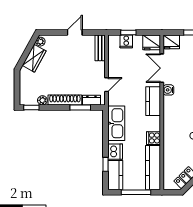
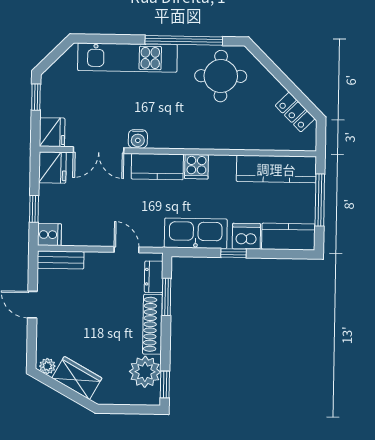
cooker: (126, 41) -> (49, 235), moved
plant: (42, 100) -> (145, 372), width x1.88, depth x1.88
cooker: (154, 138) -> (196, 167), moved
window: (105, 164) -> (233, 253), moved

